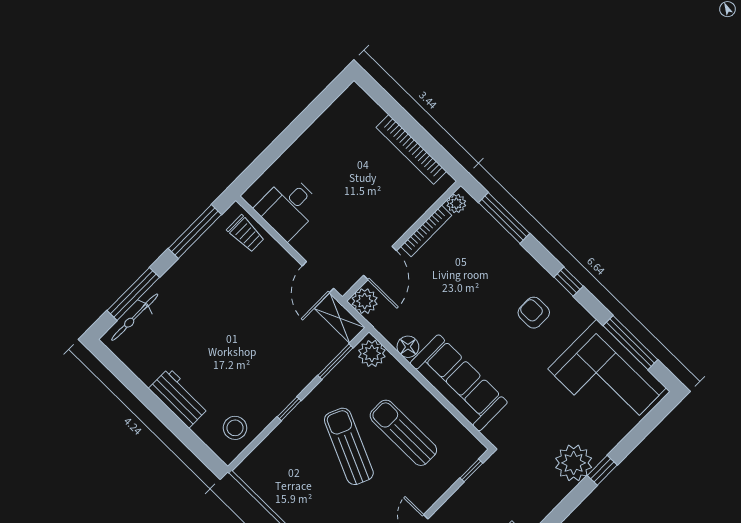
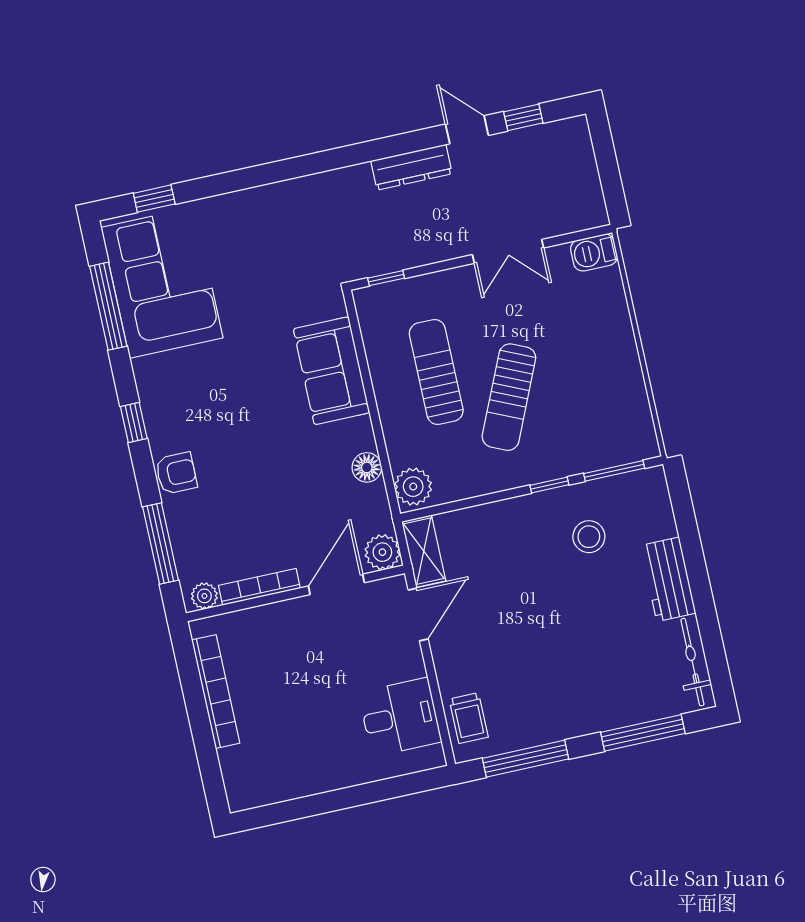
trolley: (246, 234) -> (469, 718), turned 180
armchair: (534, 313) -> (176, 473), moved, turned -90
bicycle: (135, 317) -> (692, 662), moved, turned -90
window: (335, 362) -> (614, 471), moved
sofa: (459, 383) -> (331, 371), width x0.73
stool: (235, 428) -> (589, 537), moved
sun lounger: (403, 433) -> (436, 372), turned 180
plant: (574, 463) -> (263, 211), removed
window: (602, 470) -> (154, 199), moved

